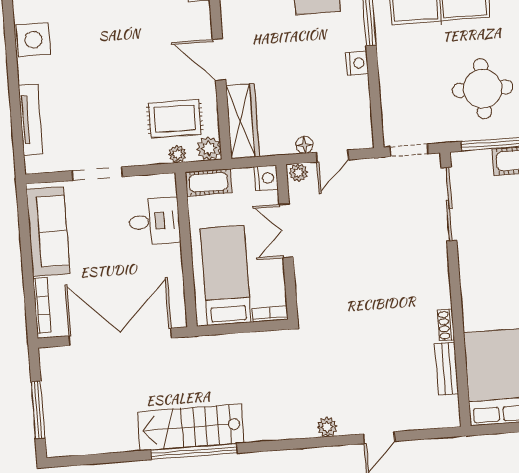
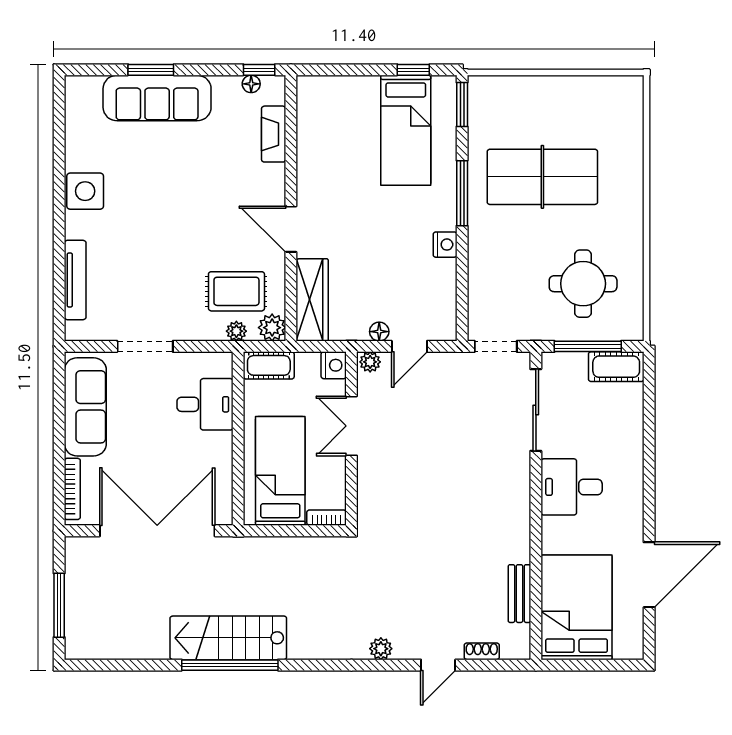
desk: (486, 270) -> (572, 487), added
shoe rack: (446, 325) -> (482, 651), moved, turned 90

